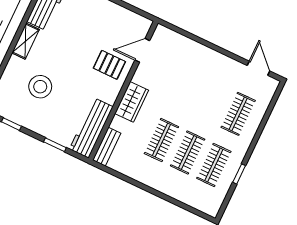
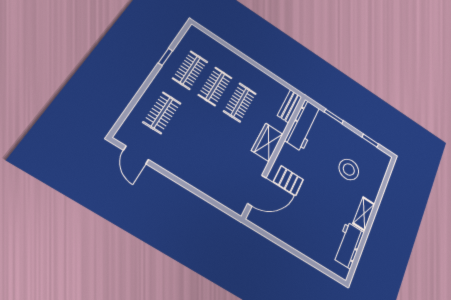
door: (142, 50) -> (257, 190), width x1.38

